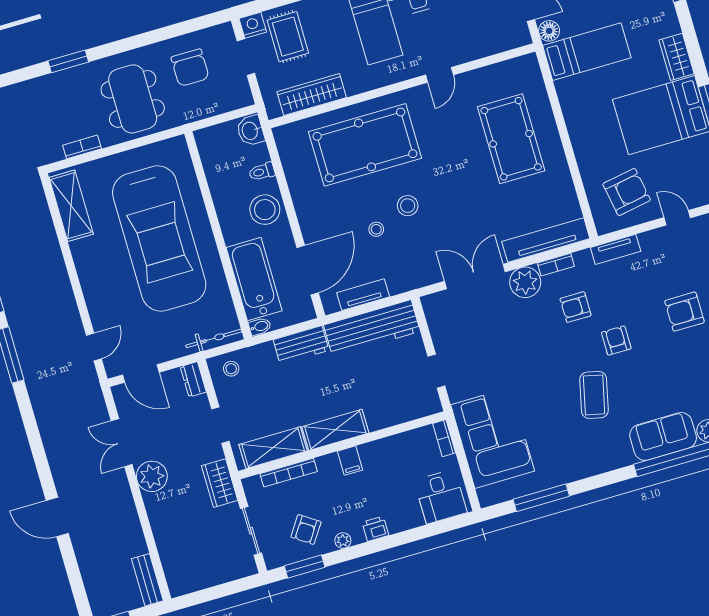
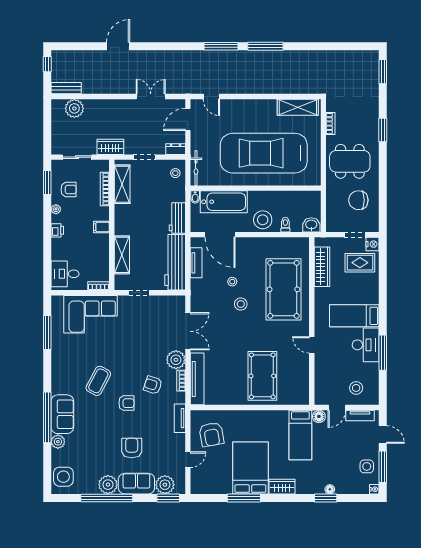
pool table: (511, 139) -> (262, 376), turned 90
armchair: (576, 307) -> (153, 385), turned -72
coffee table: (594, 395) -> (98, 381), turned -75
shelving: (335, 430) -> (122, 255), moved
plant: (152, 476) -> (74, 108), moved
armchair: (306, 529) -> (69, 190), turned 146

